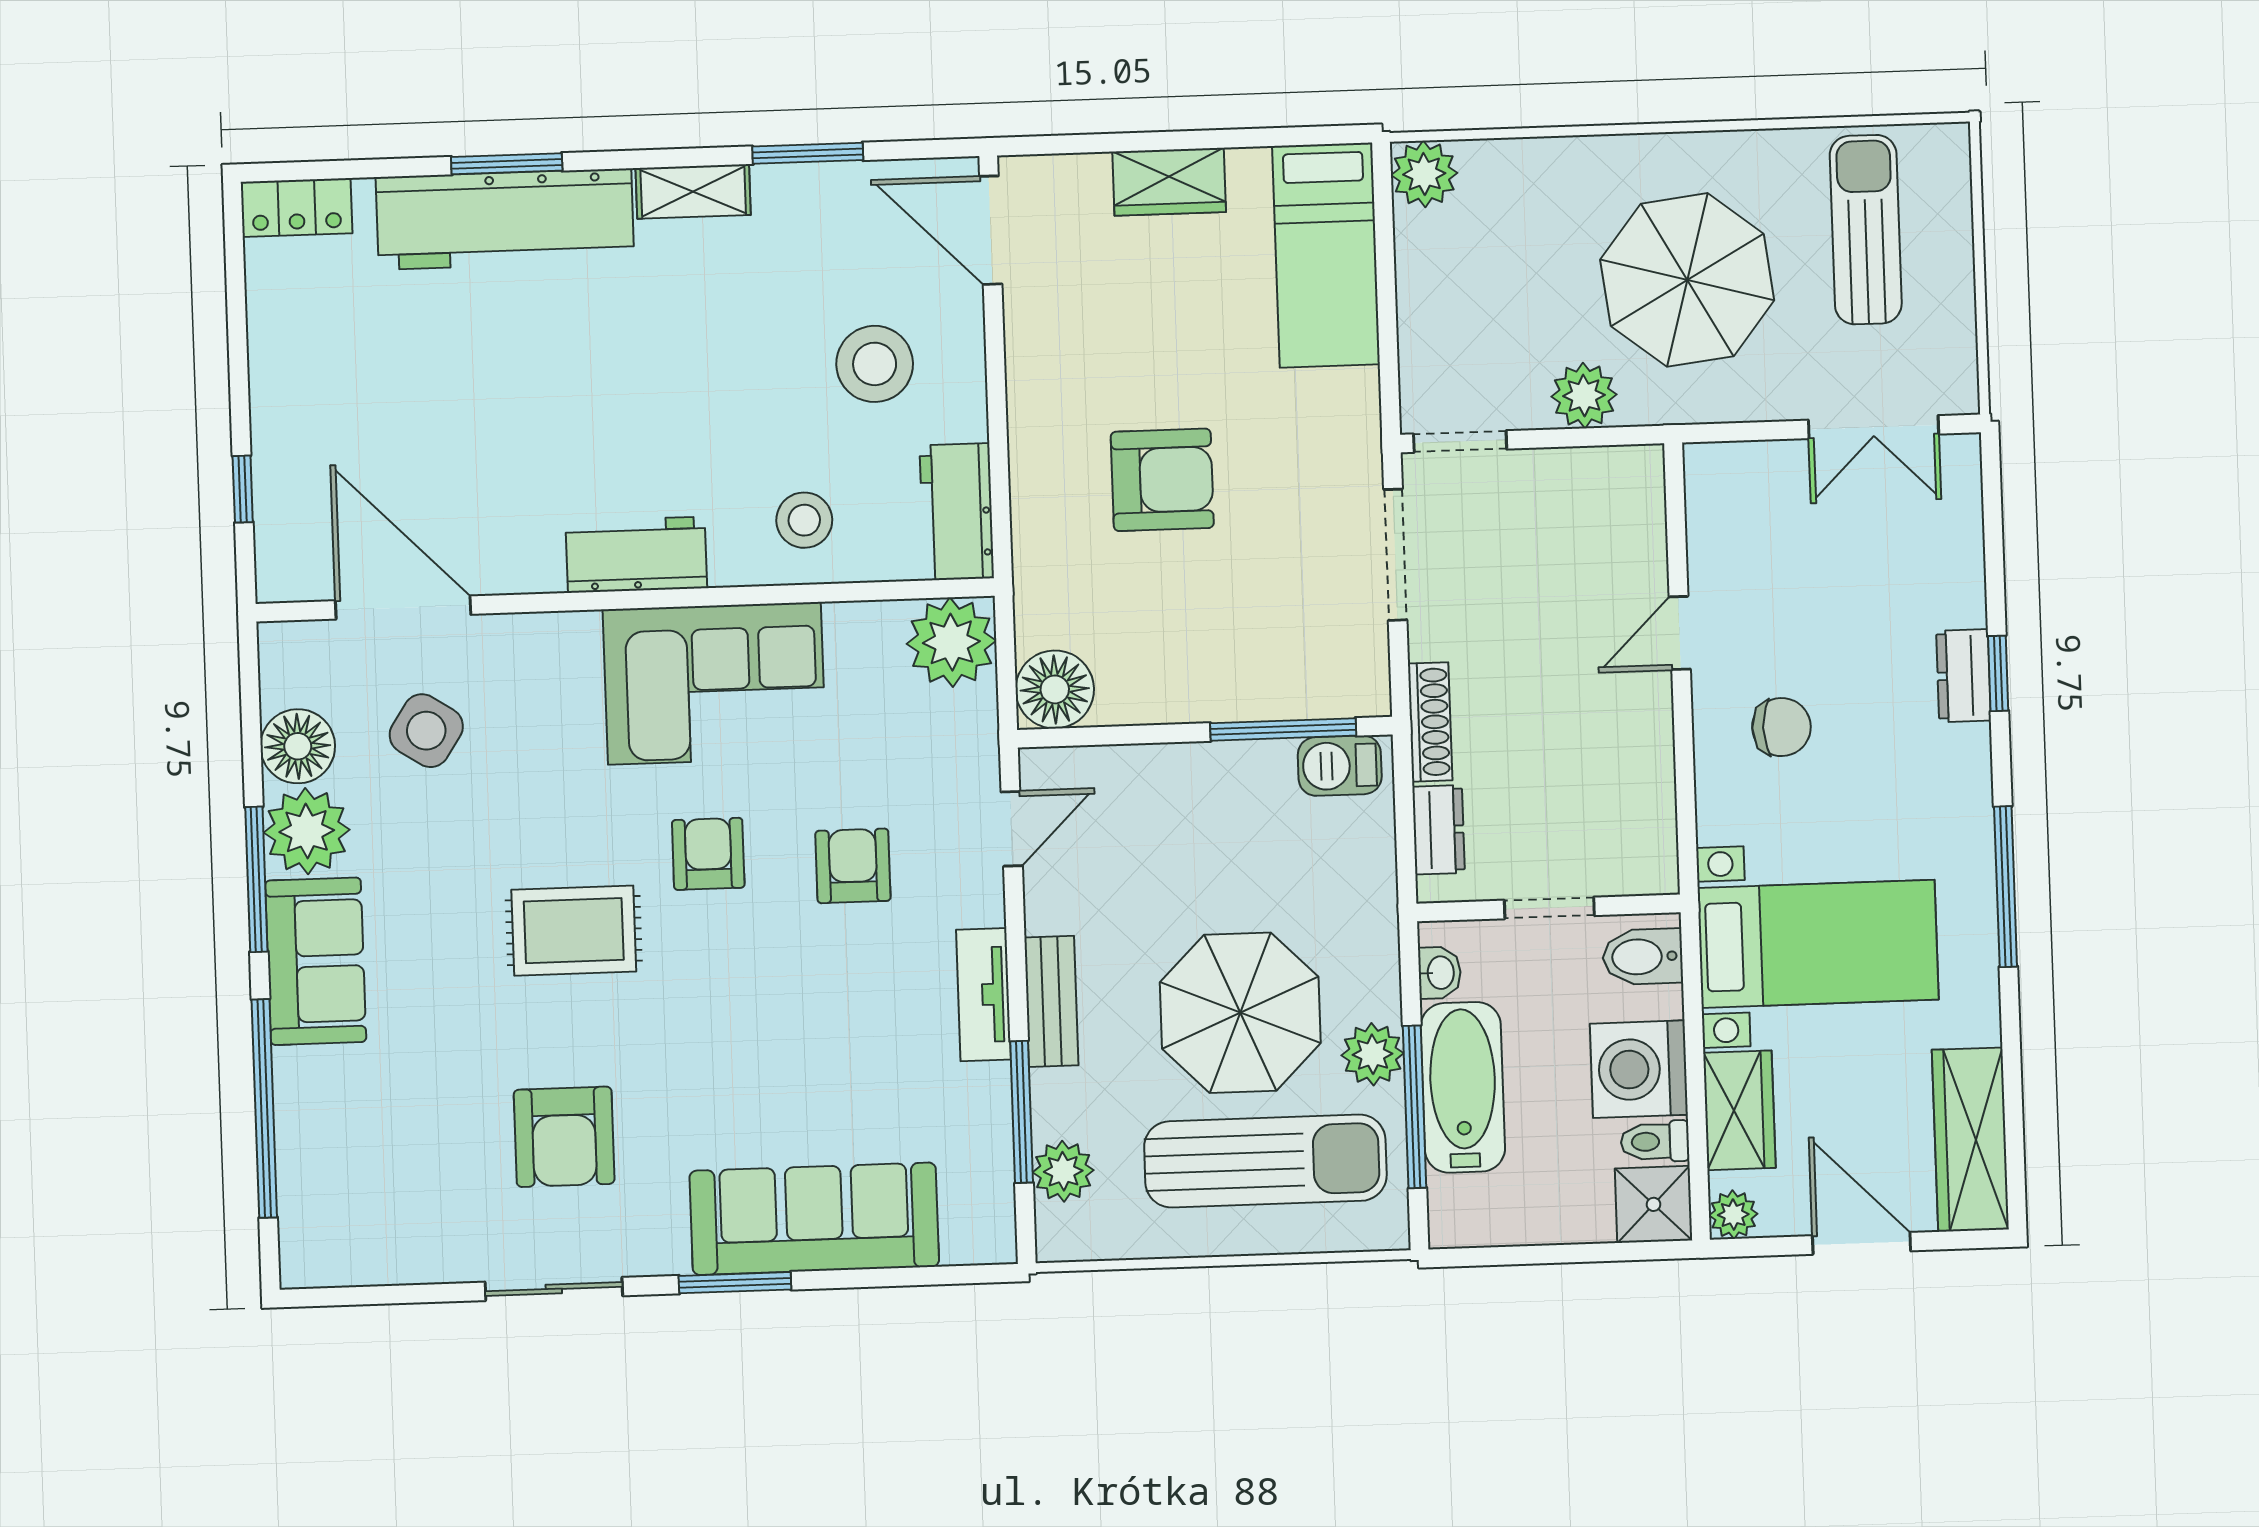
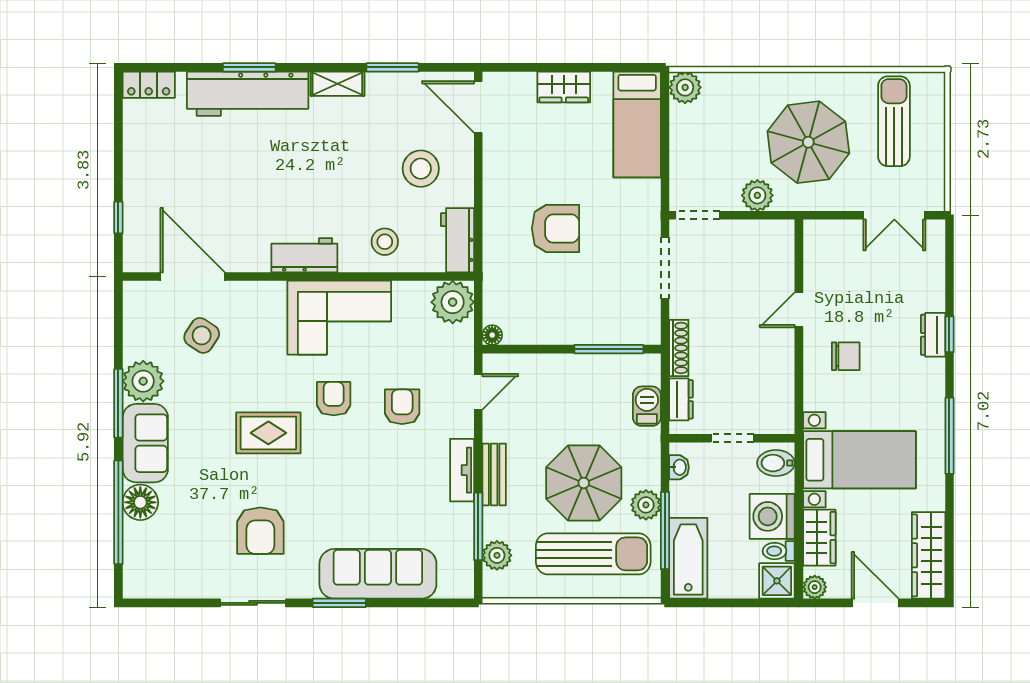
floor lamp: (1055, 689) -> (492, 335), width x0.53, depth x0.53
floor lamp: (298, 746) -> (140, 502), moved
barbecue: (1340, 766) -> (647, 406), moved, turned 90
bathtub: (1463, 1087) -> (688, 558), moved

